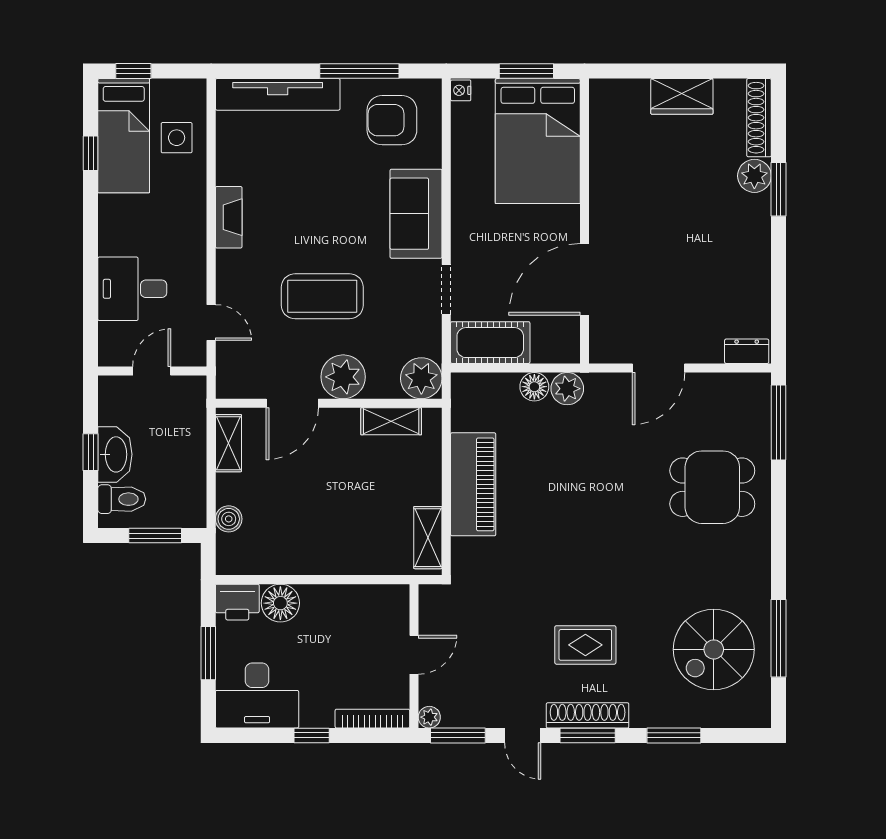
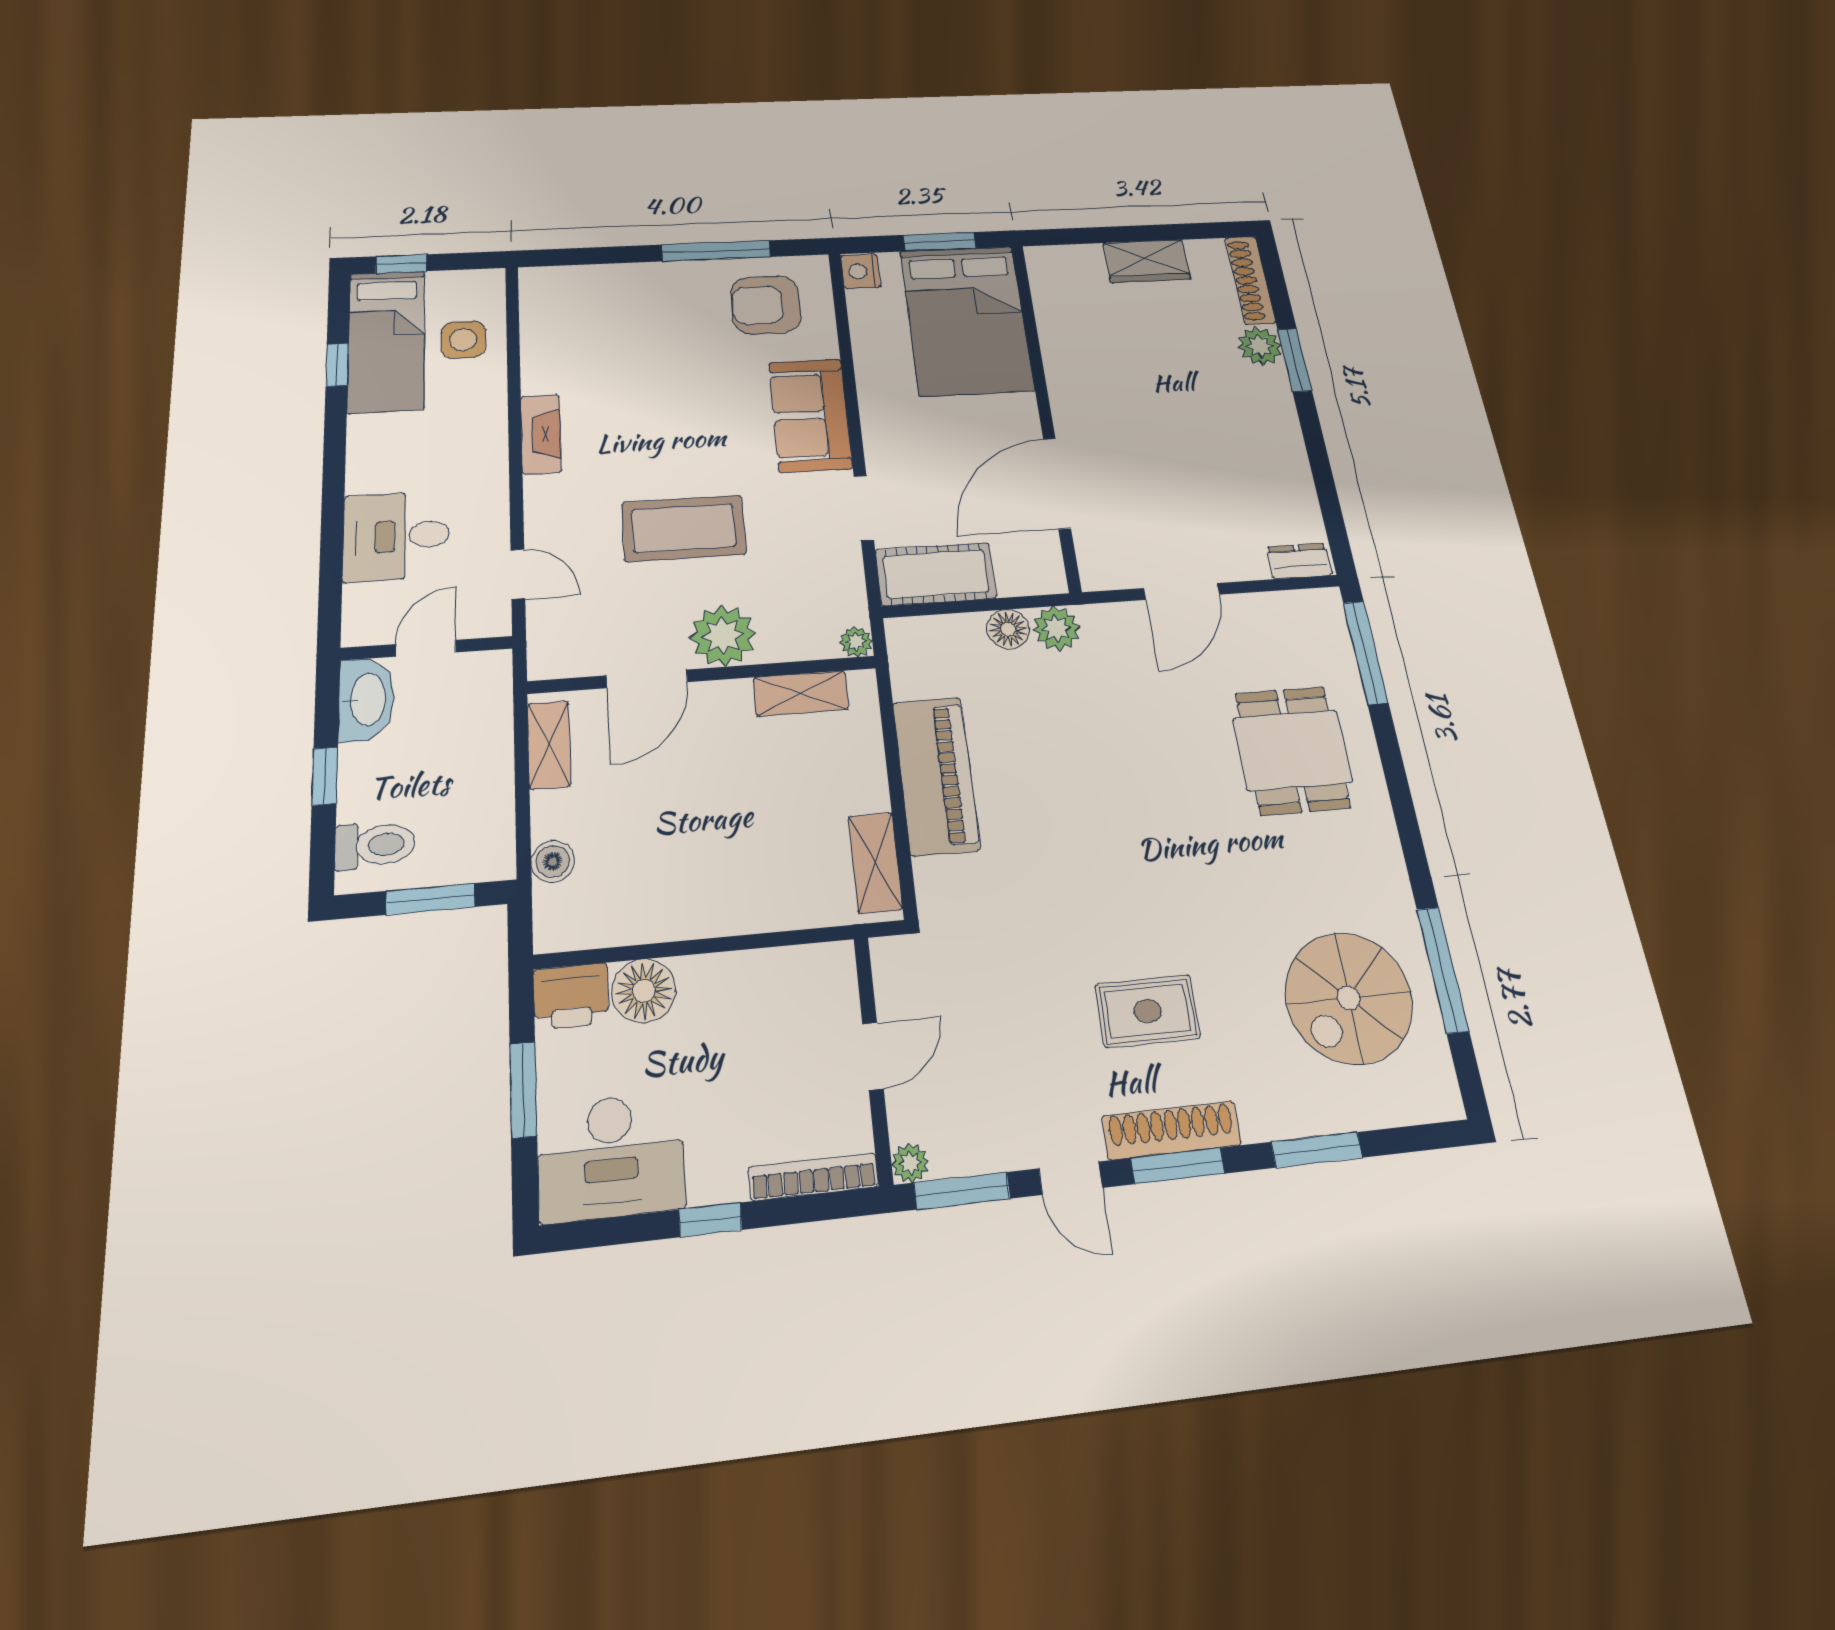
nightstand: (461, 90) -> (861, 271), width x1.39, depth x1.35
tv unit: (278, 94) -> (605, 282), removed
plant: (421, 378) -> (856, 642), width x0.53, depth x0.53
washbasin: (115, 454) -> (367, 699), moved
dining table: (712, 487) -> (1292, 750), turned 90

